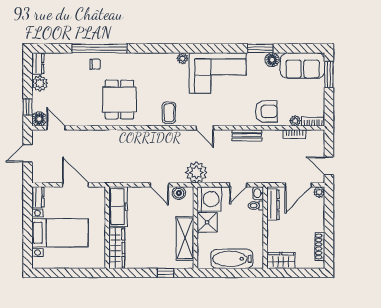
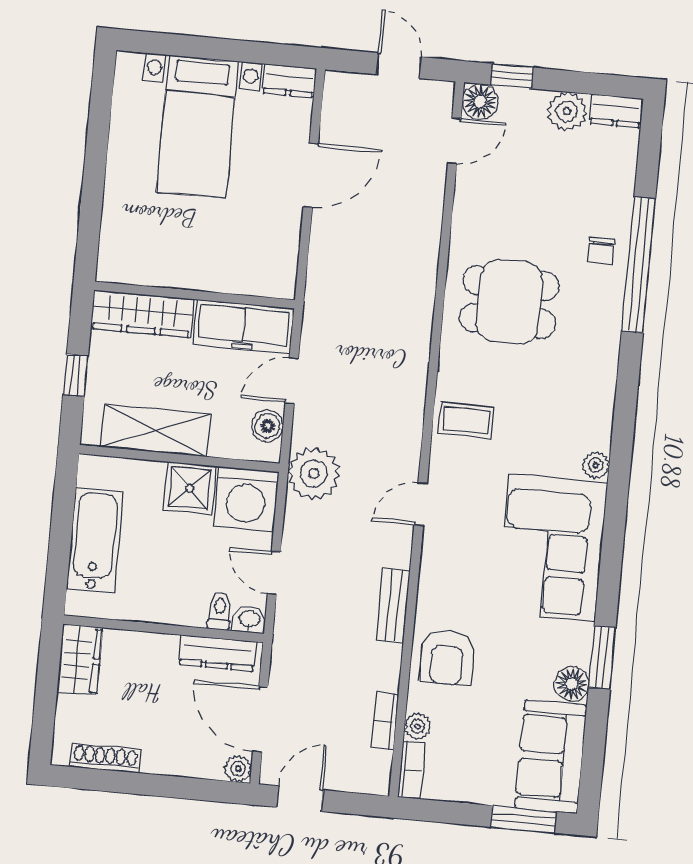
freezer: (118, 207) -> (244, 327), moved
wall: (107, 228) -> (195, 295), moved
wardrobe: (117, 248) -> (142, 314), moved

